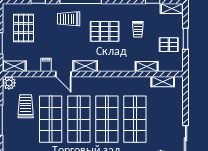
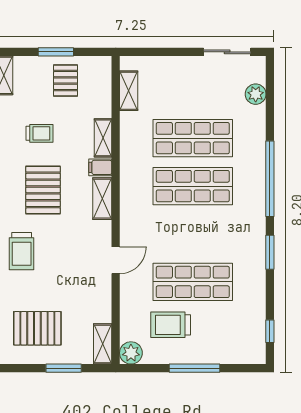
filing cabinet: (46, 65) -> (100, 167), moved
shelving: (85, 66) -> (102, 199), moved
shelving: (147, 67) -> (103, 138), moved
shop shelf: (79, 119) -> (193, 234), removed

